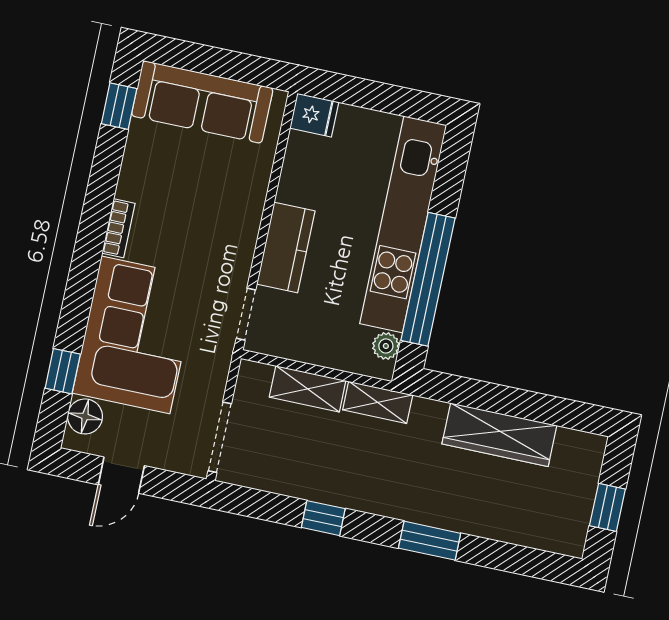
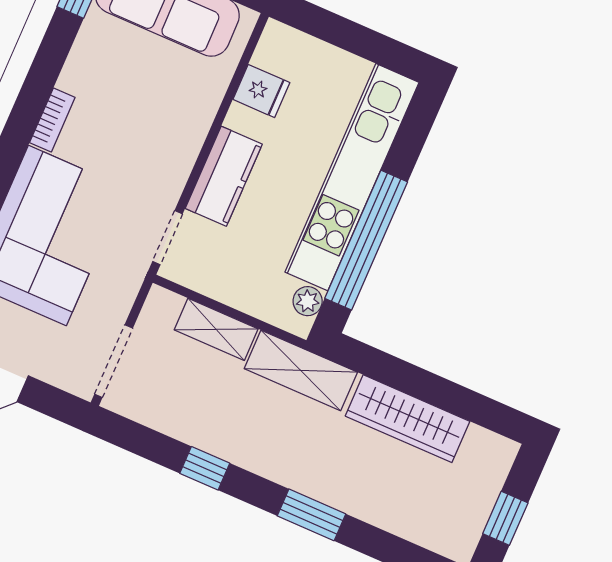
fridge: (314, 115) -> (261, 91), moved
shelving: (378, 402) -> (301, 370), width x1.50, depth x1.33

